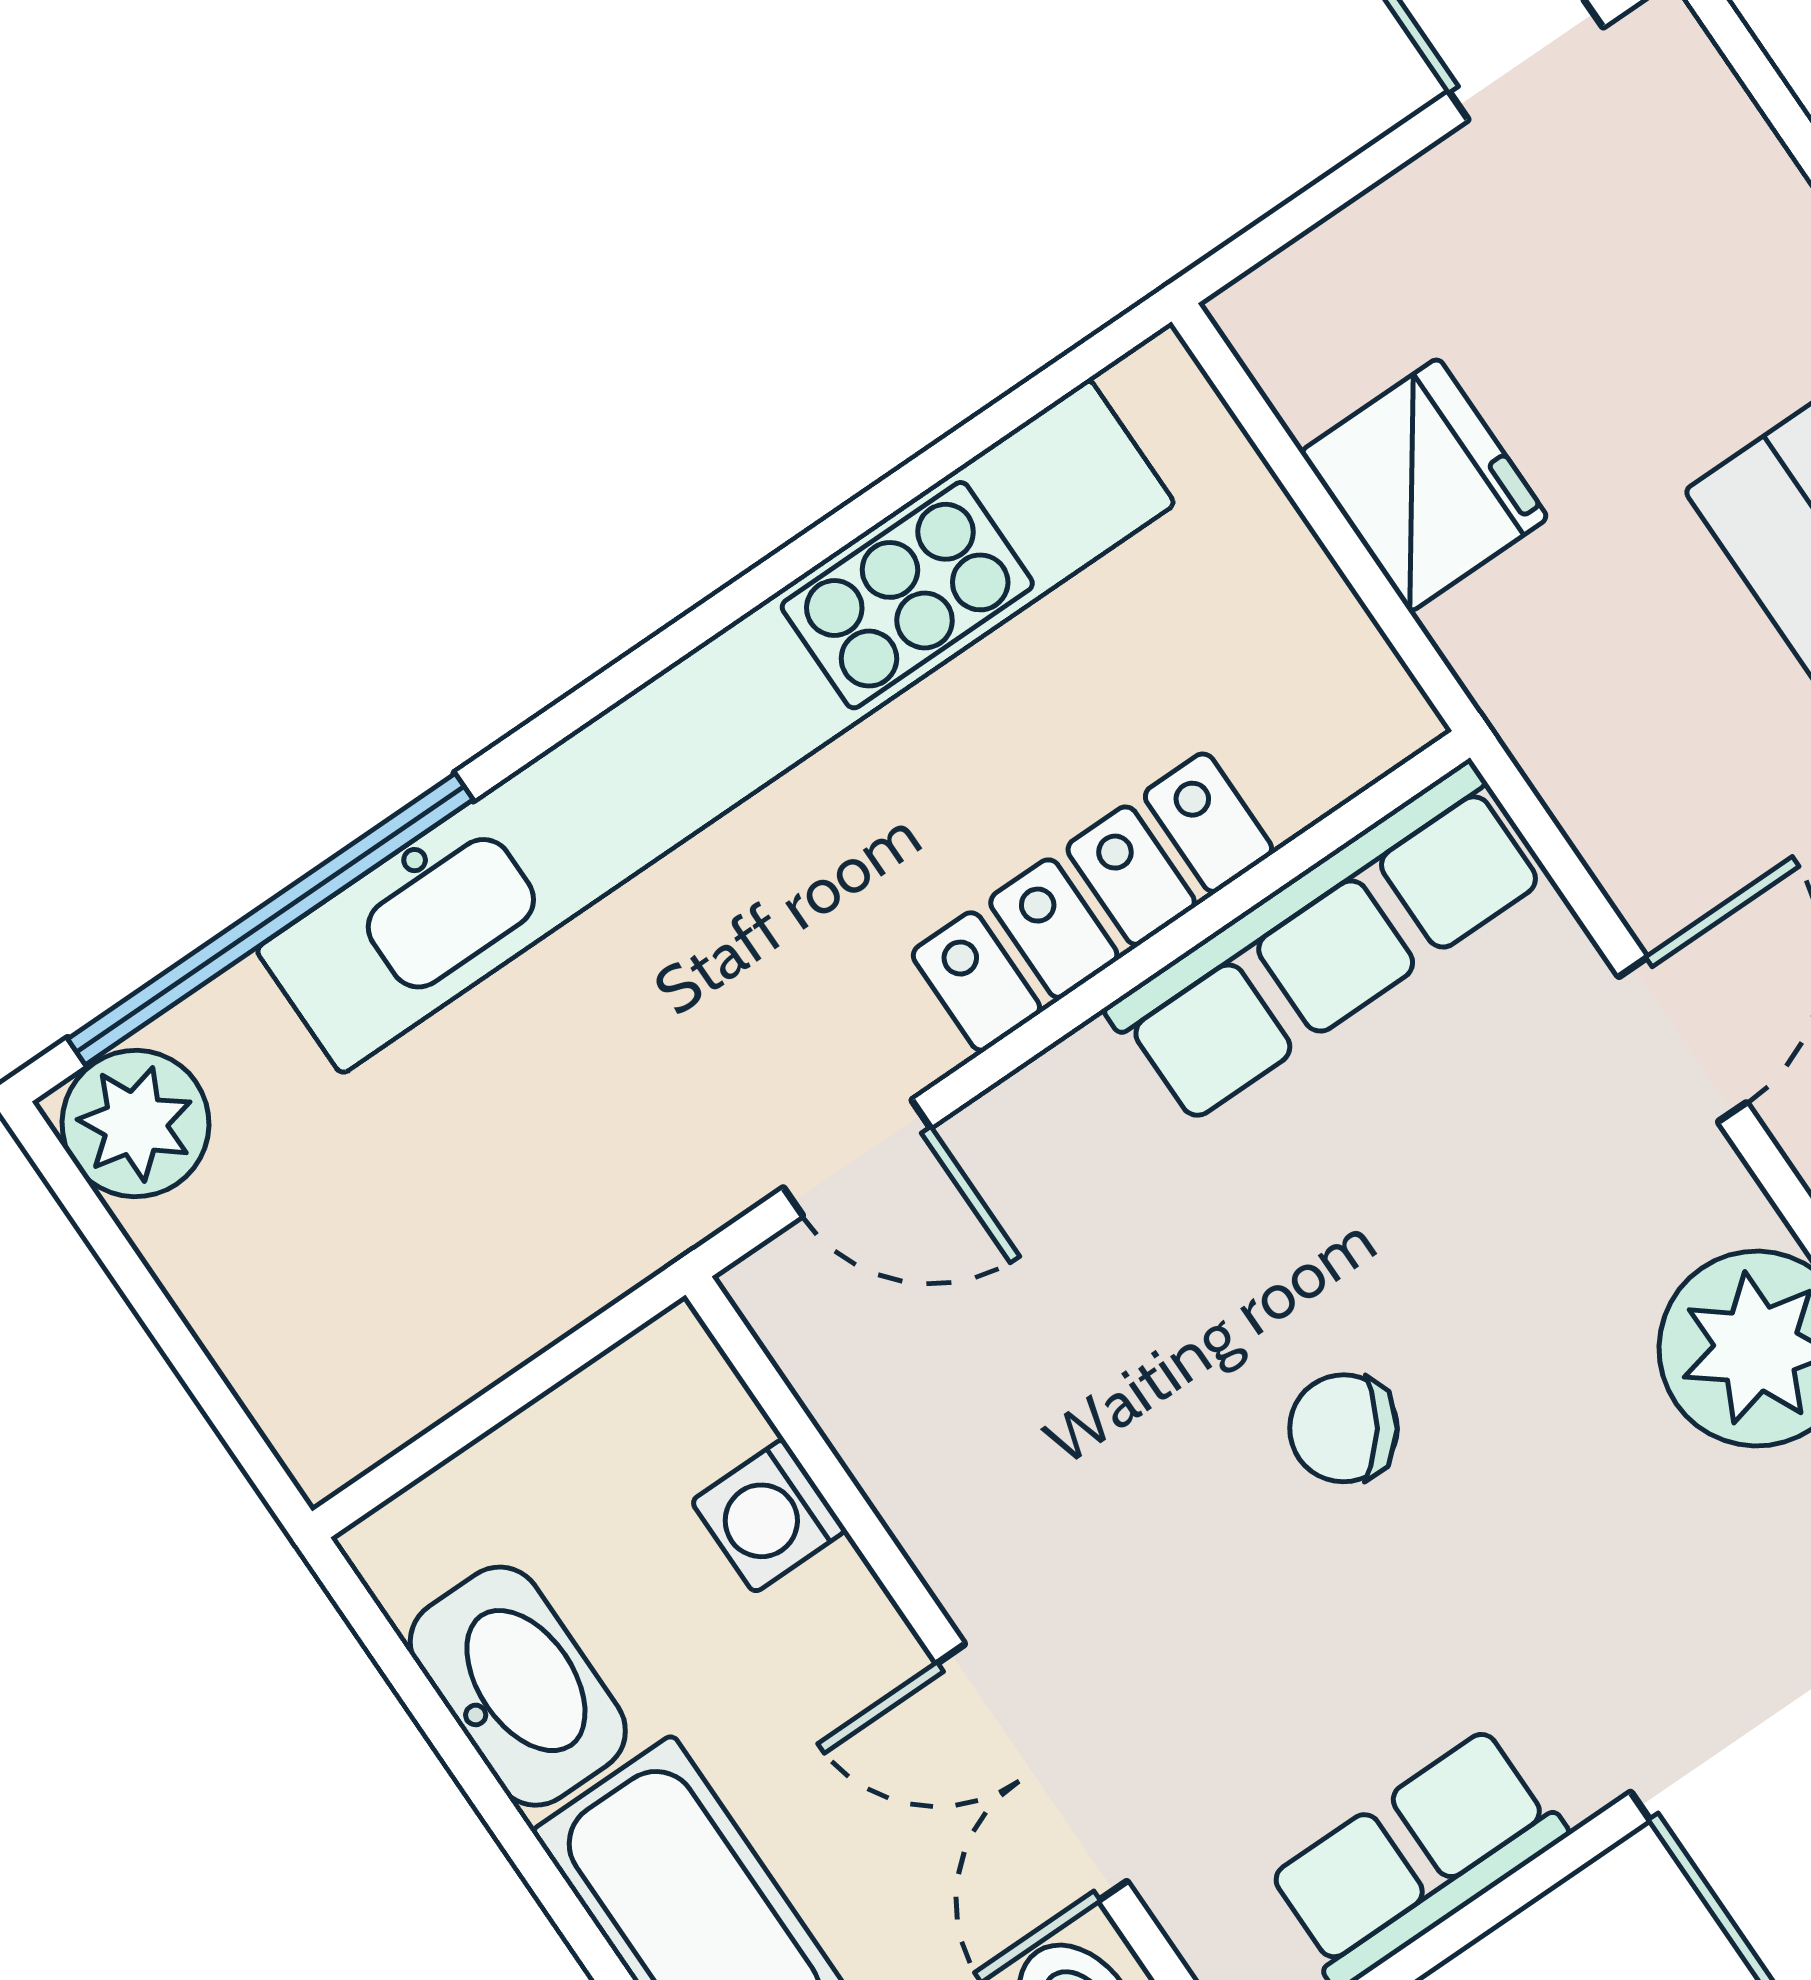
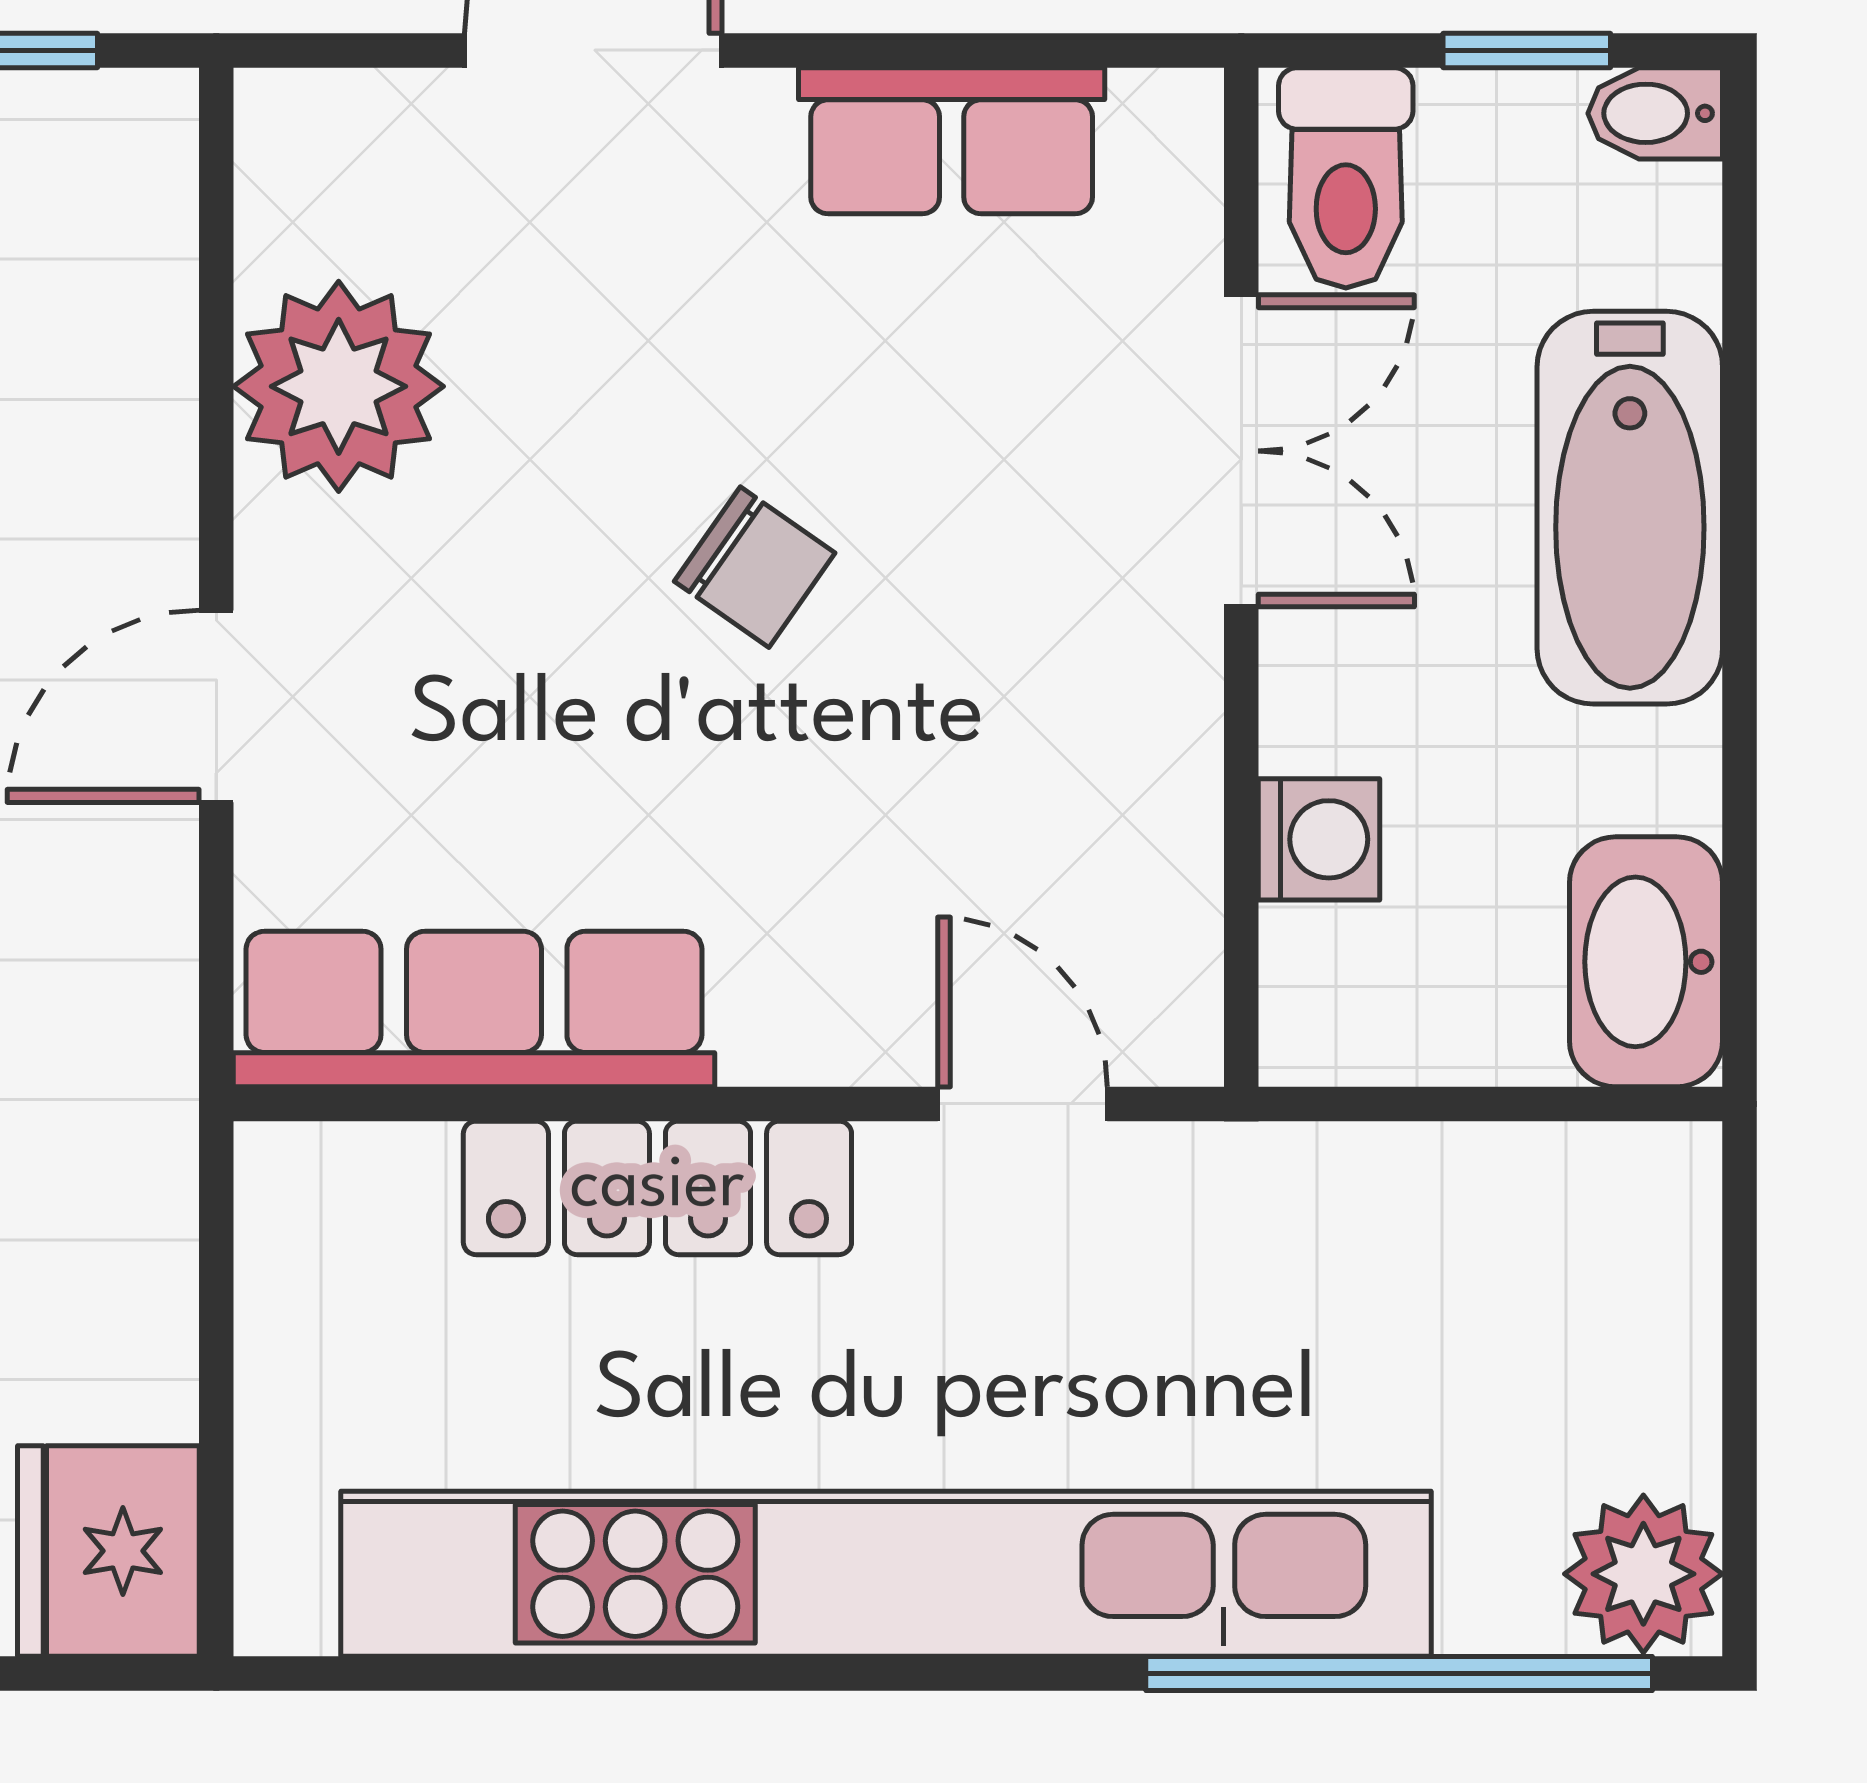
fridge: (1424, 485) -> (108, 1551), moved
washbasin: (518, 1686) -> (1646, 962), moved

